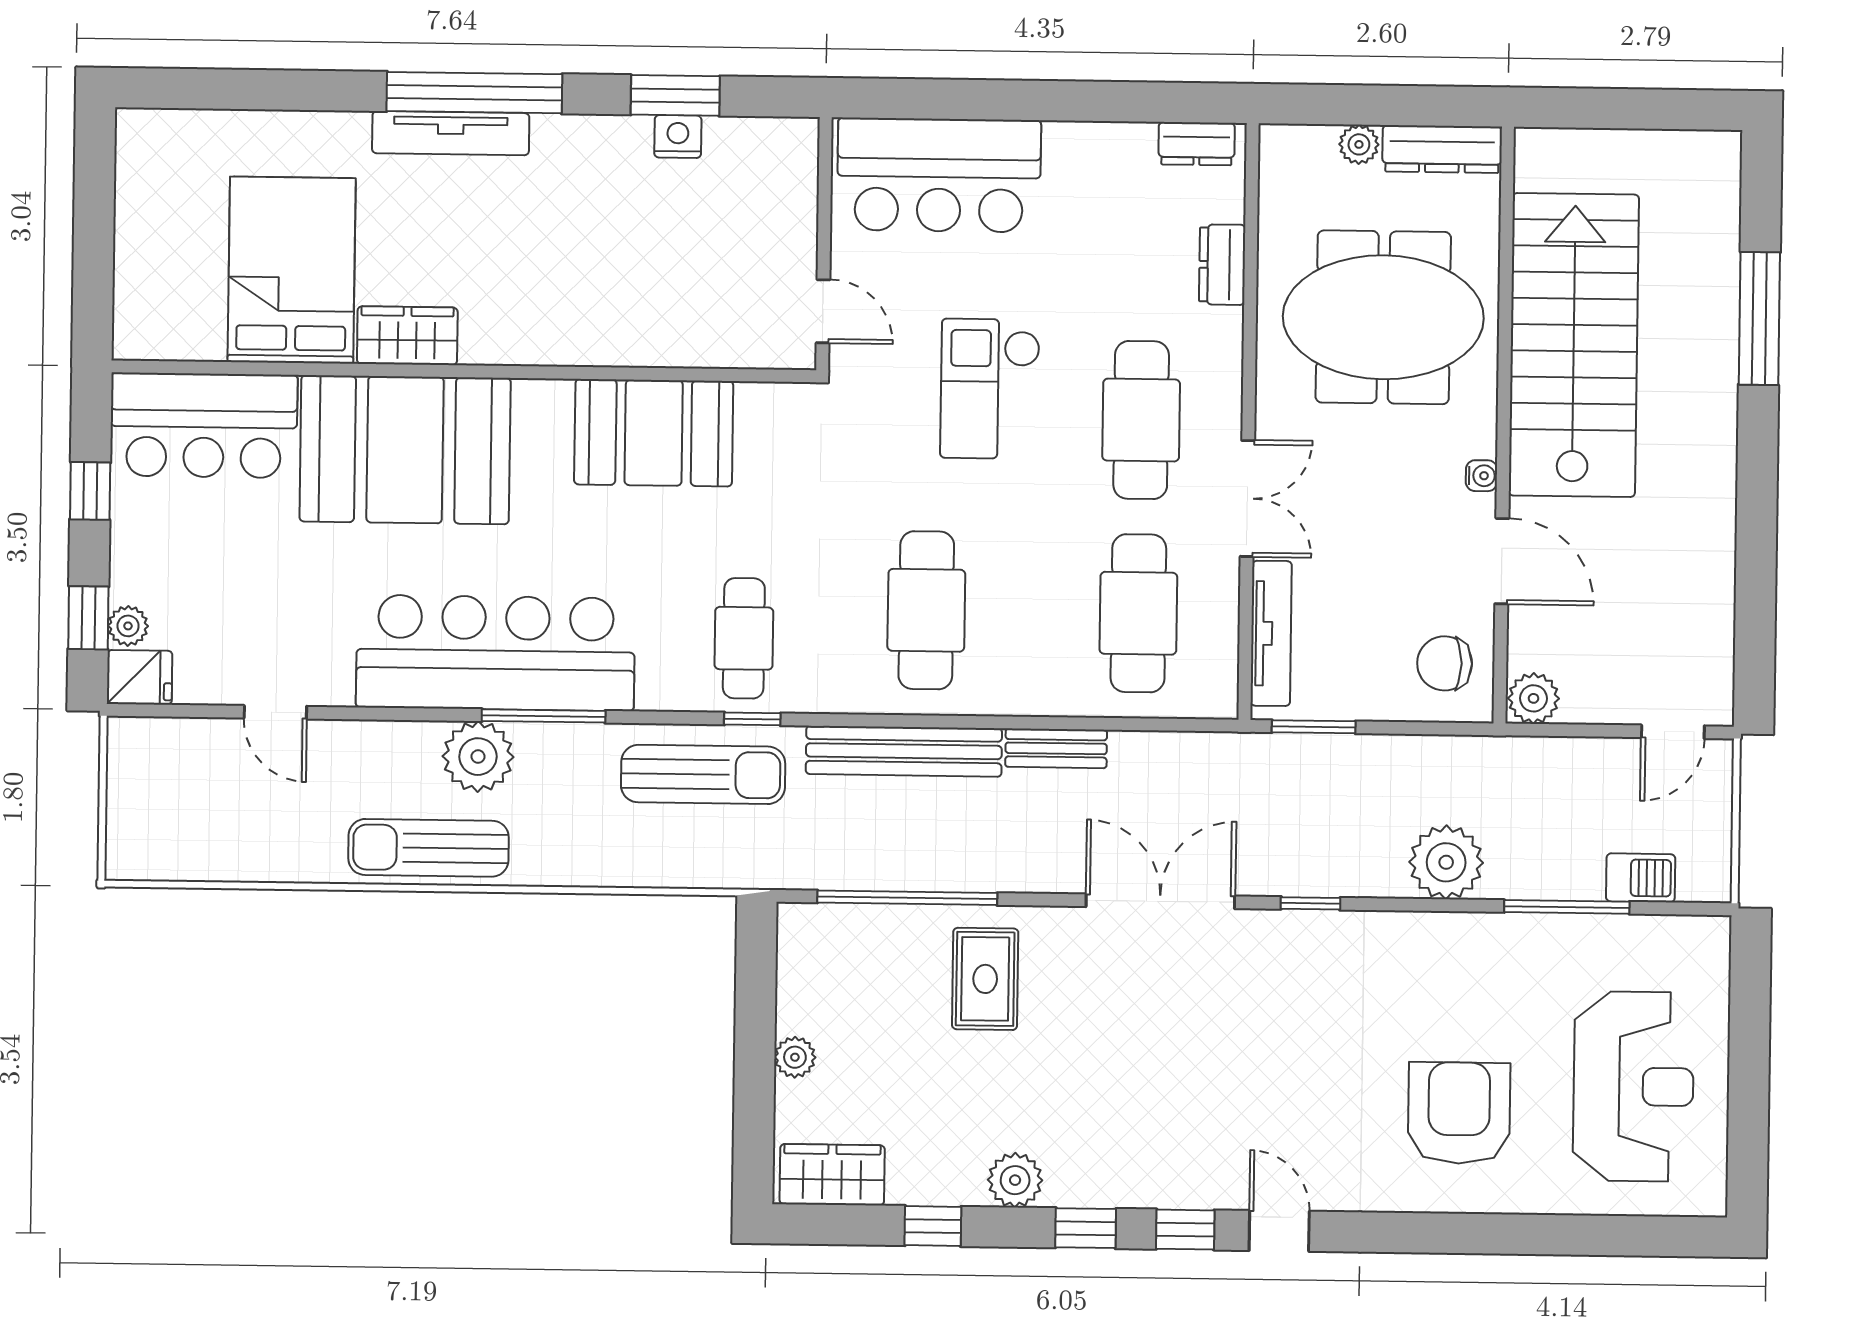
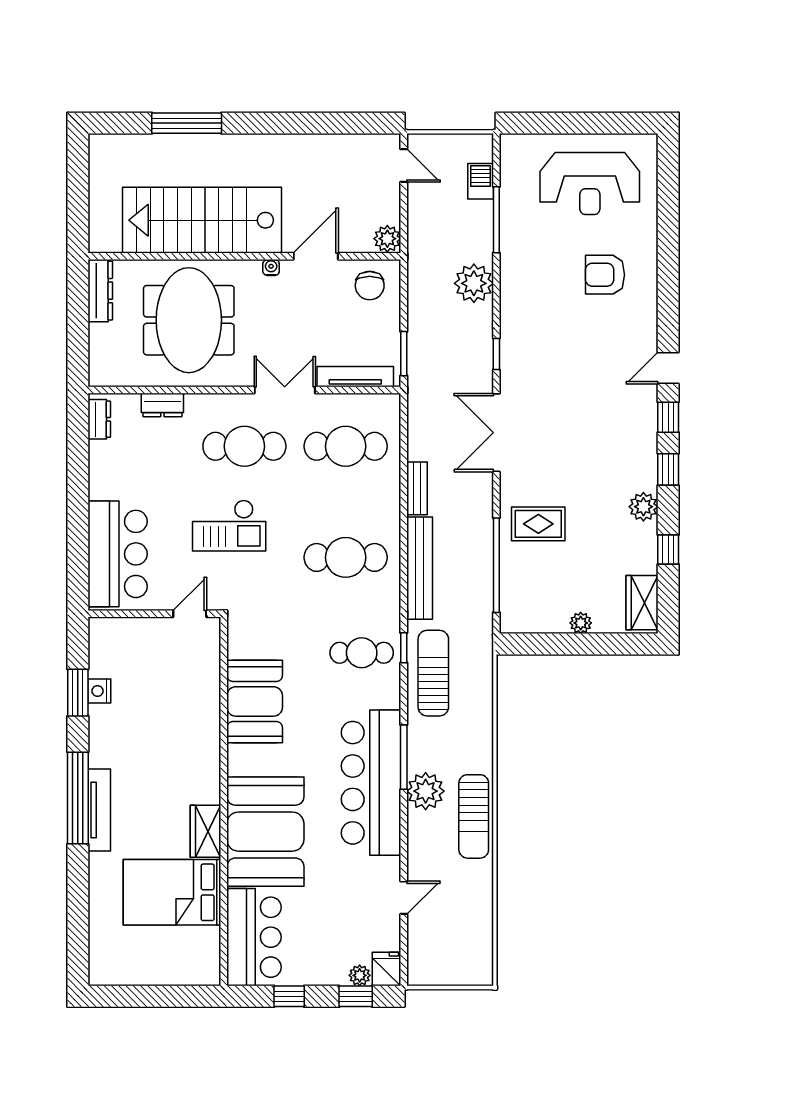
plant: (1359, 144) -> (98, 334), removed
reception desk: (1633, 1086) -> (590, 184), turned 180
armchair: (1459, 1113) -> (605, 275), width x0.73, depth x0.73

